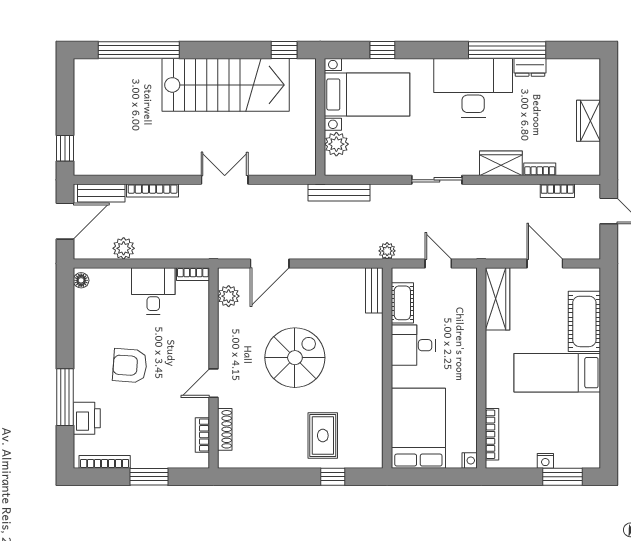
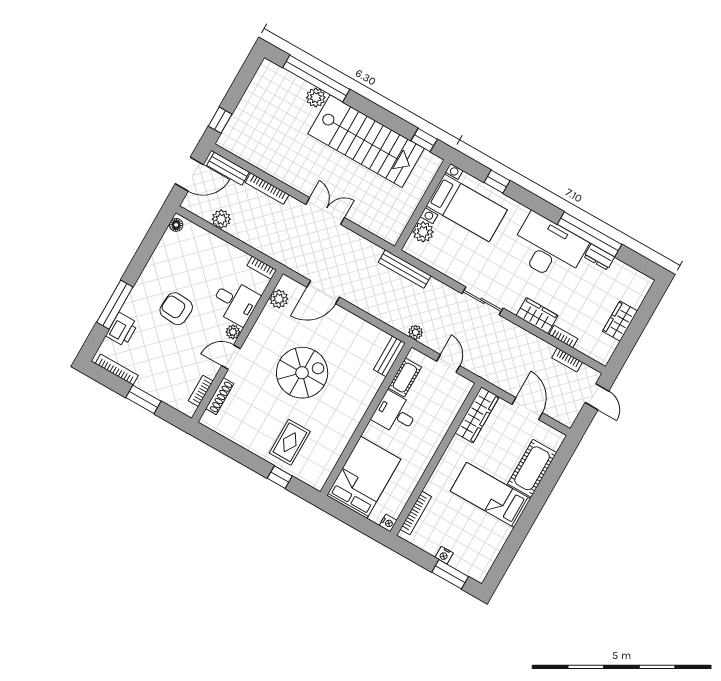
plant: (149, 70) -> (316, 98), added
desk: (153, 291) -> (235, 302), moved, turned 90
plant: (201, 356) -> (233, 332), added

